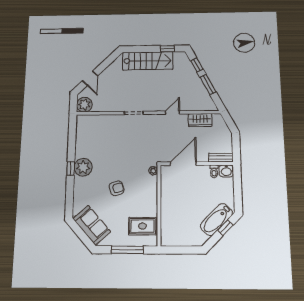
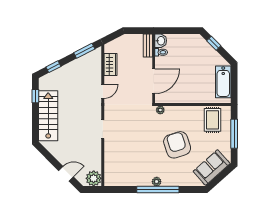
window: (208, 85) -> (84, 51), moved
door: (172, 113) -> (103, 91), swing flipped
door: (183, 164) -> (154, 81), swing flipped
plant: (83, 167) -> (157, 182), width x0.53, depth x0.53
window: (71, 169) -> (158, 190), width x3.17
armchair: (117, 188) -> (177, 145), width x1.88, depth x1.88
bathtub: (216, 219) -> (223, 82), moved, turned 45

